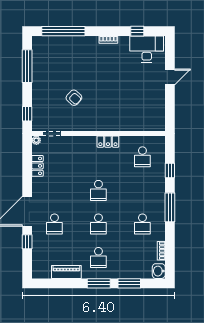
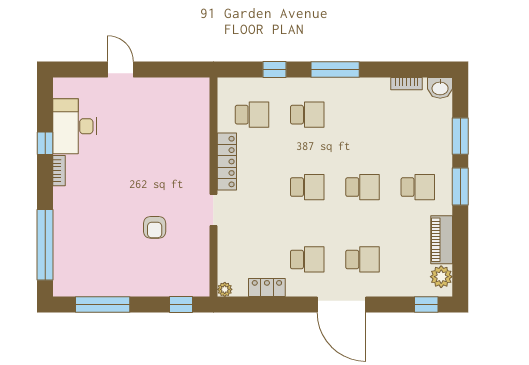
window: (137, 31) -> (45, 143), moved
desk: (147, 49) -> (75, 126), moved
armchair: (74, 98) -> (155, 227), turned 138
doorway: (52, 133) -> (213, 210), moved
locker: (108, 142) -> (227, 162), width x1.53
school desk: (54, 190) -> (307, 259), added
school desk: (142, 224) -> (307, 115), moved
window: (27, 242) -> (426, 305), moved
plant: (44, 272) -> (441, 277), added

